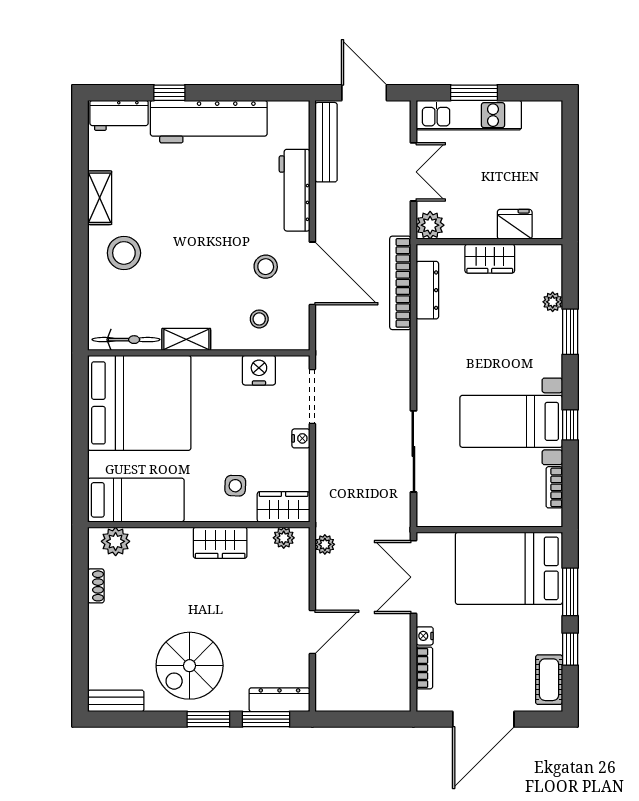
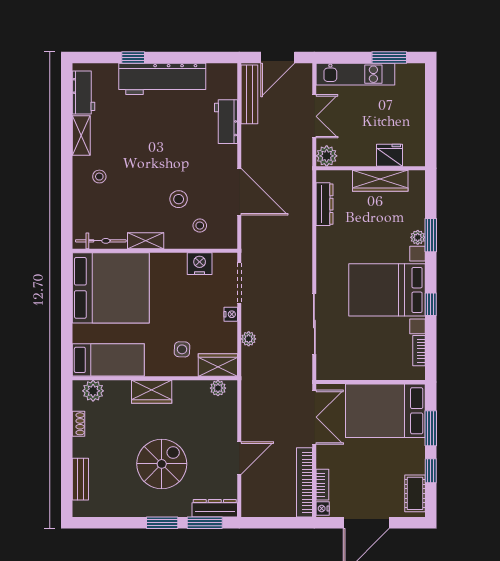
door: (364, 93) -> (278, 57), swing flipped
window: (474, 93) -> (389, 57), moved
workbench: (119, 115) -> (84, 92), moved, turned -90
workbench: (295, 190) -> (226, 122), width x0.73
stool: (124, 253) -> (99, 177), width x0.53, depth x0.53
wardrobe: (490, 259) -> (380, 181), width x1.50
stool: (266, 267) -> (179, 199), moved
bookcase: (400, 283) -> (305, 482), moved
plant: (553, 302) -> (418, 237), moved
bed with nightstands: (511, 421) -> (387, 290), width x1.36
wardrobe: (220, 543) -> (152, 392), moved
plant: (325, 544) -> (249, 339), moved
double door: (413, 577) -> (314, 417), swing flipped
nightstand: (425, 636) -> (323, 509), moved
spiral stairs: (190, 666) -> (162, 464), moved, turned 180
bench: (116, 701) -> (80, 479), moved, turned 90

